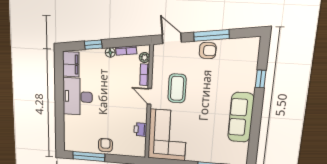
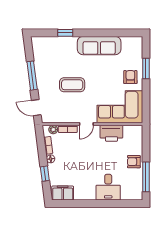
door: (172, 39) -> (36, 108), hinge flipped
armchair: (208, 51) -> (130, 77), moved
coffee table: (177, 88) -> (72, 85), moved
desk: (78, 97) -> (108, 187), moved, width x0.73
printer: (140, 130) -> (111, 133), width x1.87, depth x1.48

